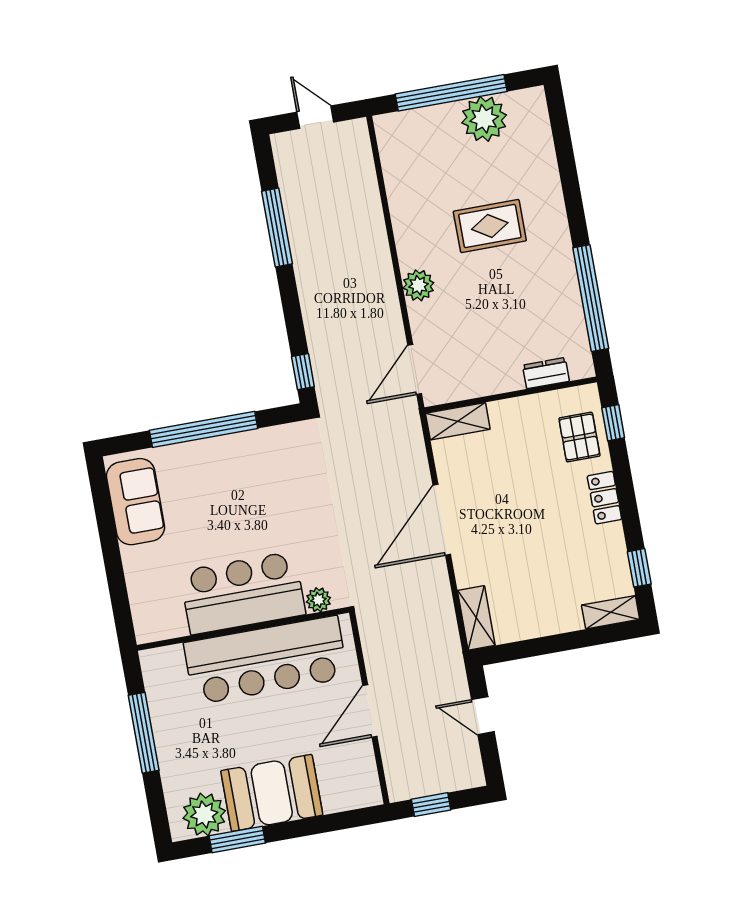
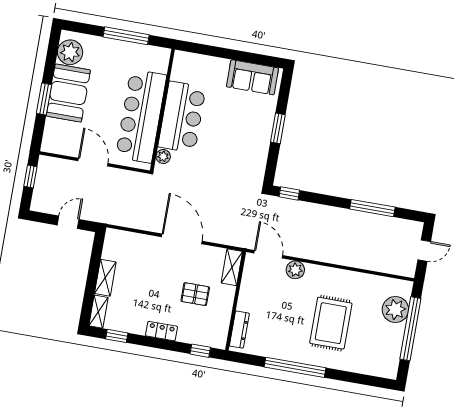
plant: (484, 119) -> (395, 309), moved
rug: (490, 226) -> (331, 323), width x1.36, depth x1.43
plant: (418, 285) -> (295, 270), moved
window: (591, 298) -> (295, 367), moved
dresser: (546, 373) -> (239, 330), width x1.44
window: (204, 429) -> (278, 128), width x0.47
pallet: (579, 437) -> (195, 294), moved
shelving: (476, 618) -> (105, 278), moved, turned 90
window: (237, 839) -> (44, 99), moved

